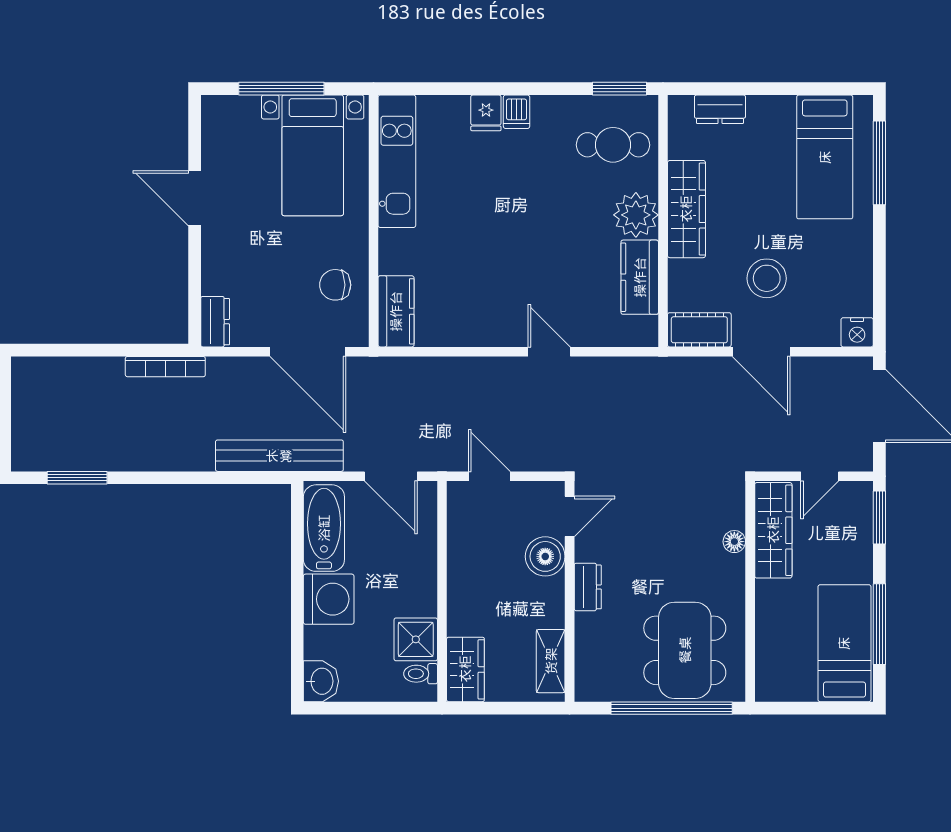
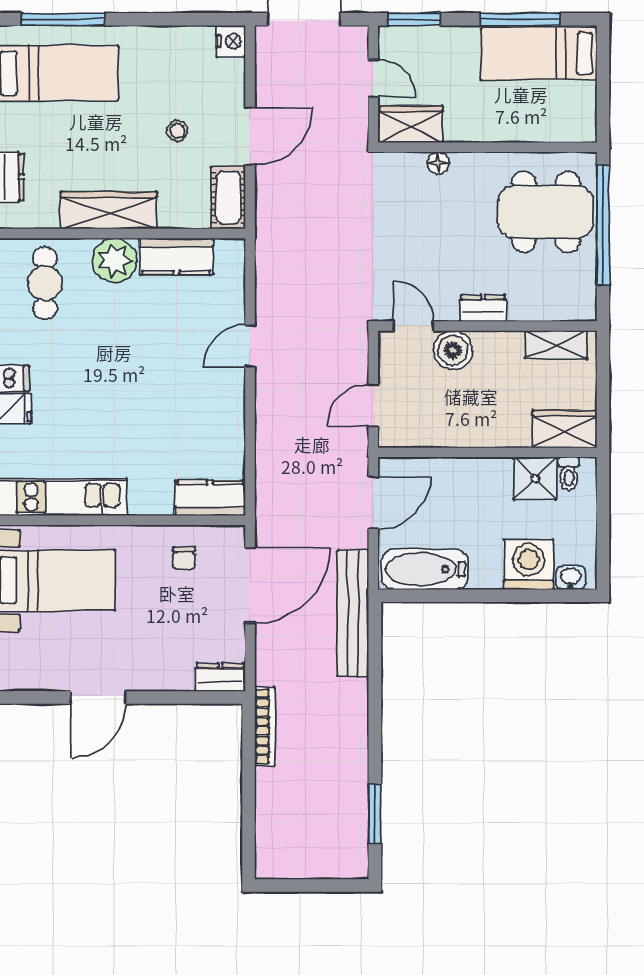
stool: (767, 278) -> (177, 131), width x0.53, depth x0.53
chair: (335, 285) -> (184, 558), width x0.73, depth x0.73
wardrobe: (773, 530) -> (411, 124), width x0.67
washing machine: (329, 599) -> (529, 565), moved
washbasin: (321, 681) -> (571, 578), width x0.72, depth x0.69

